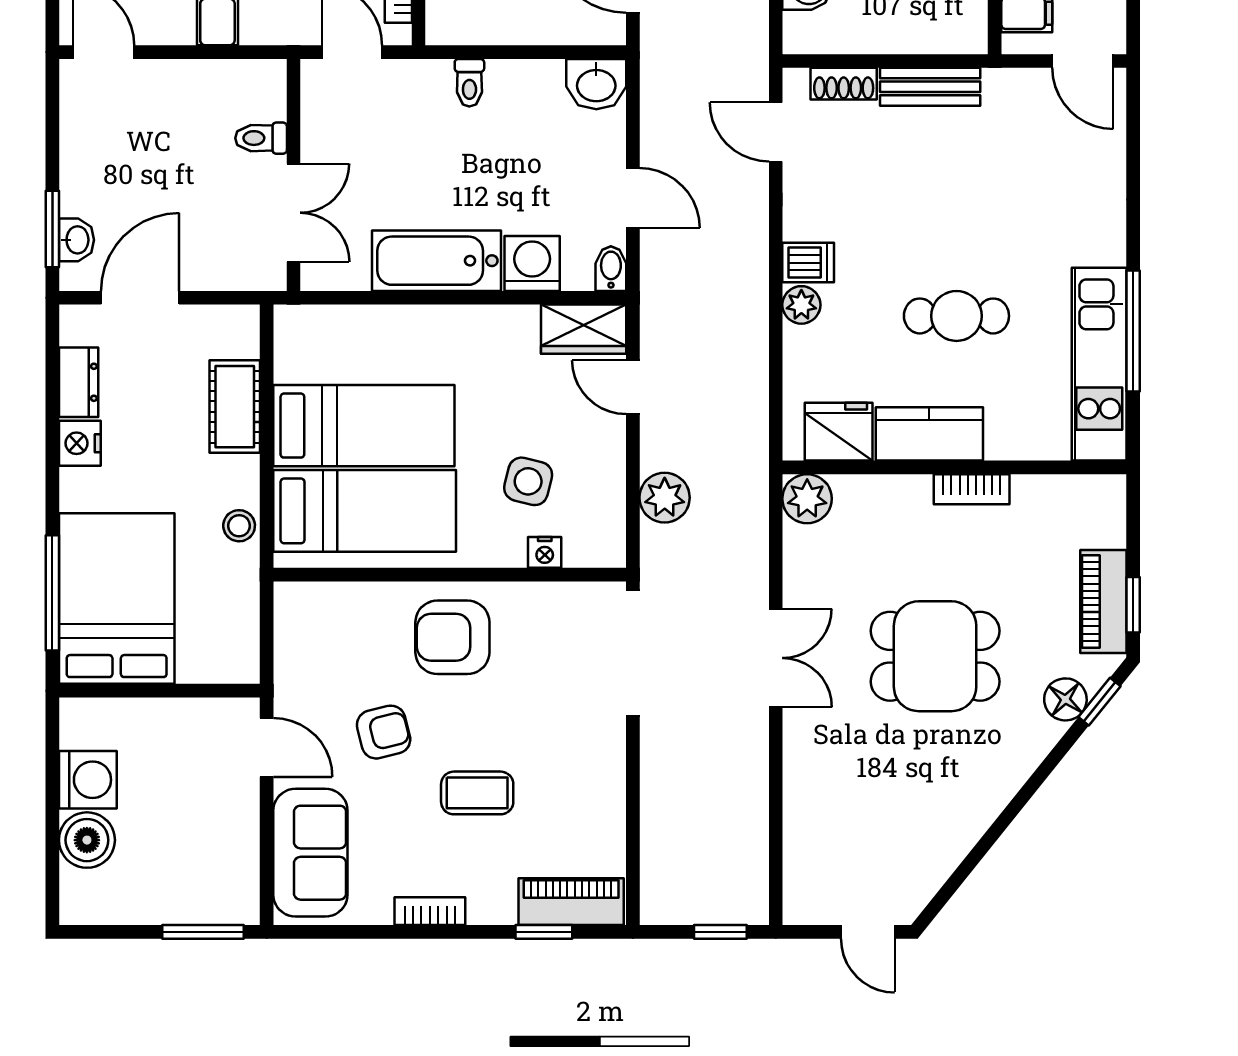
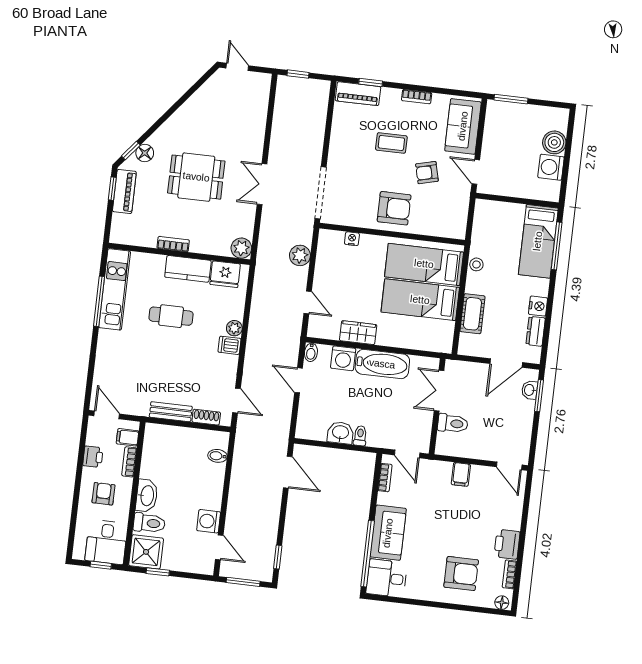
washbasin: (596, 84) -> (340, 433), moved
toilet: (261, 138) -> (453, 423), width x1.37, depth x1.39
wardrobe: (584, 329) -> (358, 333), moved
side table: (528, 481) -> (355, 269), removed
bed: (117, 599) -> (538, 241), width x0.67

